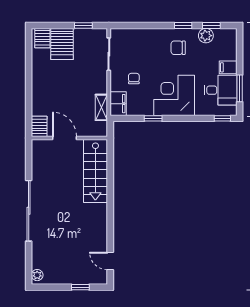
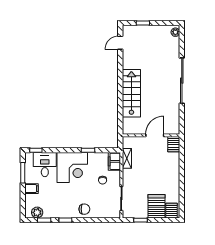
plant: (206, 36) -> (37, 212), moved
chair: (178, 48) -> (84, 209), moved
desk: (221, 90) -> (45, 165), moved, turned 90
door: (64, 138) -> (155, 135), swing flipped
stairs: (95, 171) -> (131, 93), moved
door: (110, 261) -> (120, 43), swing flipped

